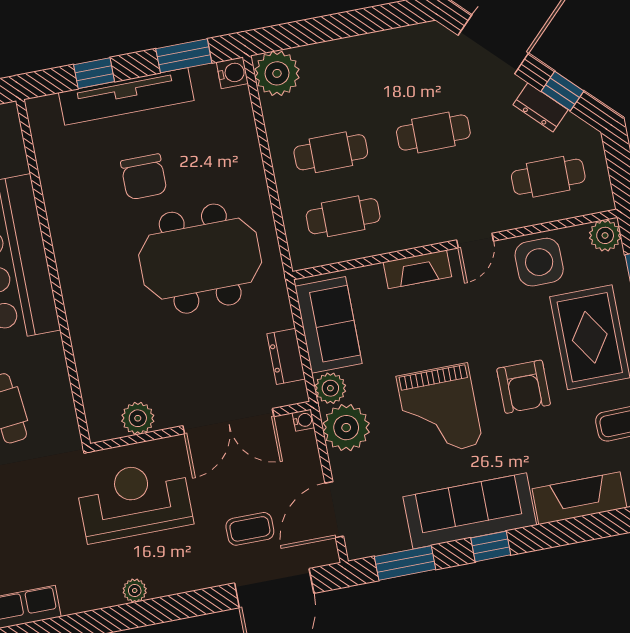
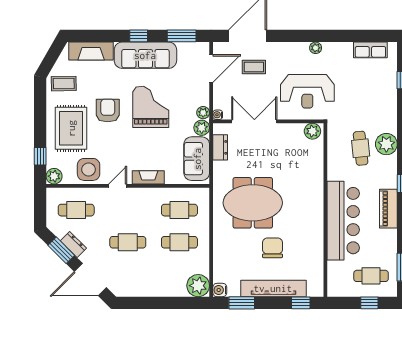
window: (94, 73) -> (301, 303), moved
window: (563, 91) -> (61, 250), width x1.50
plant: (138, 418) -> (312, 131), moved
plant: (346, 428) -> (203, 113), width x0.53, depth x0.53

